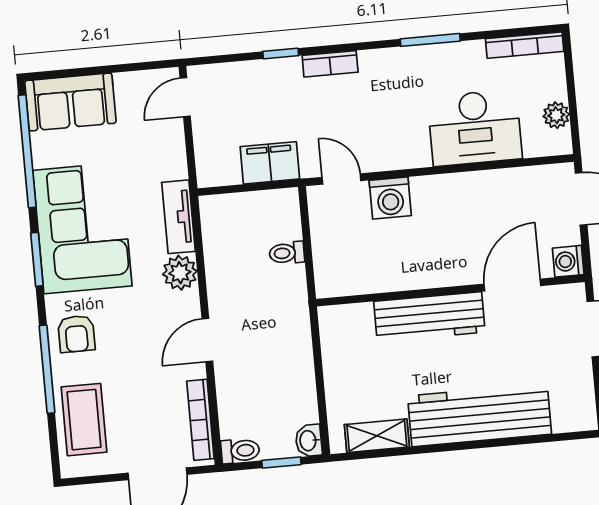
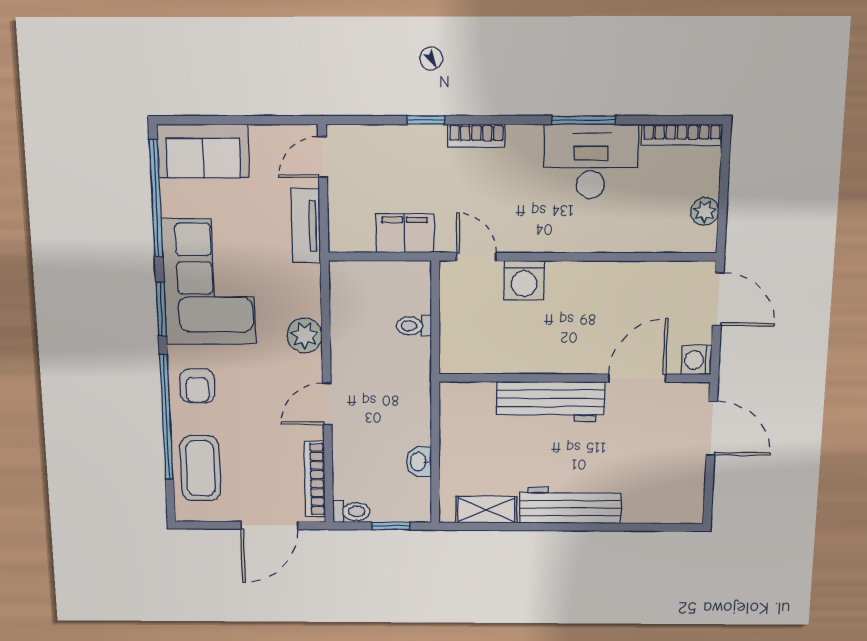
desk: (475, 128) -> (591, 162), moved, turned 180
tv unit: (178, 217) -> (306, 226), moved
window: (47, 369) -> (166, 417), width x1.46
workbench: (480, 415) -> (570, 505), width x0.73, depth x0.76
washbasin: (309, 441) -> (419, 462), moved

